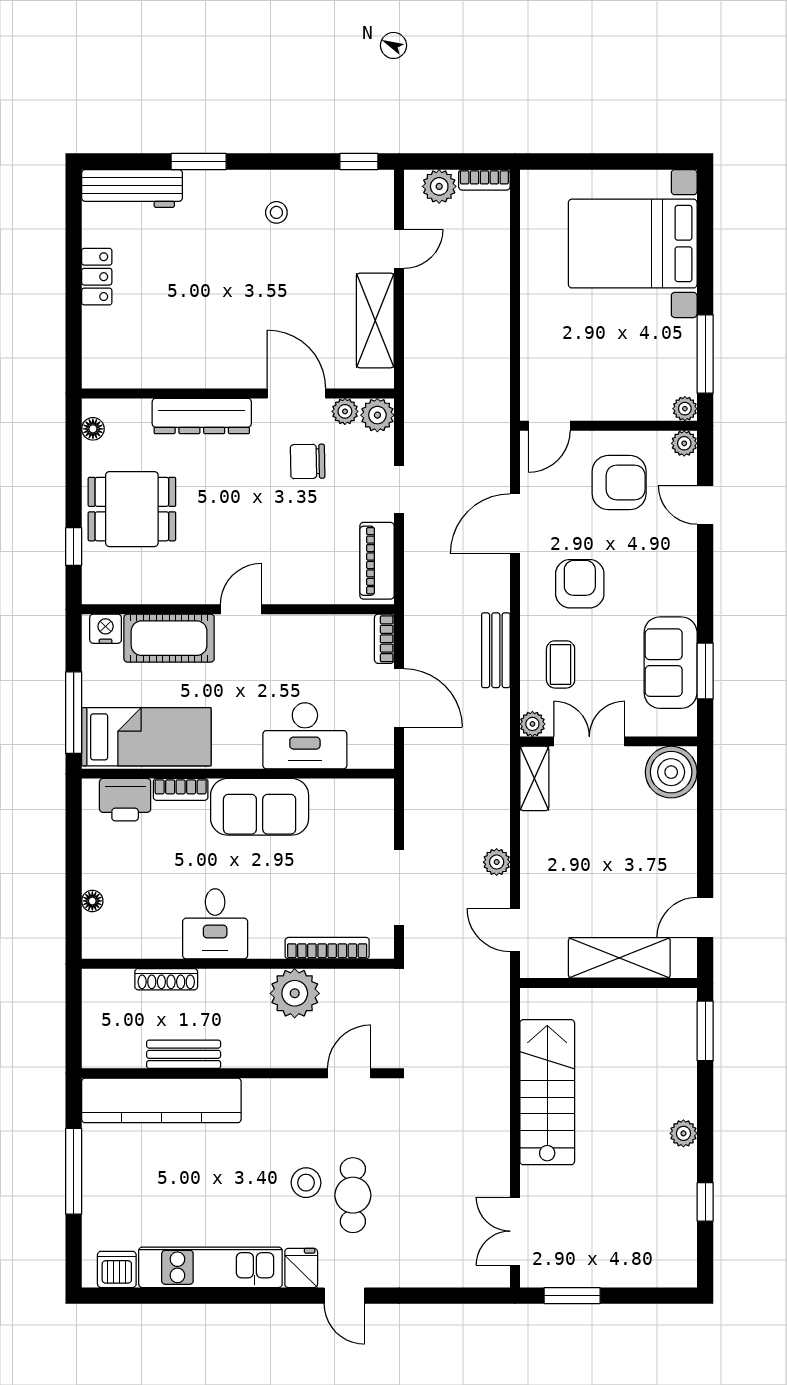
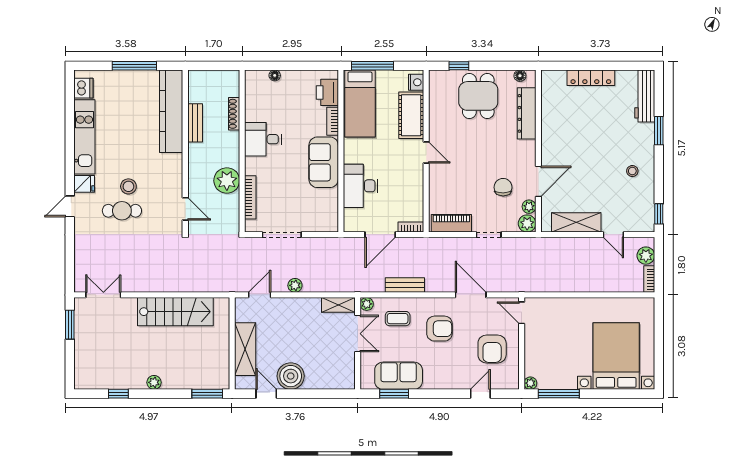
locker: (97, 277) -> (591, 78), width x1.53
dresser: (202, 416) -> (527, 113), moved
plant: (684, 443) -> (512, 383), removed
boiler: (671, 772) -> (291, 376), moved

